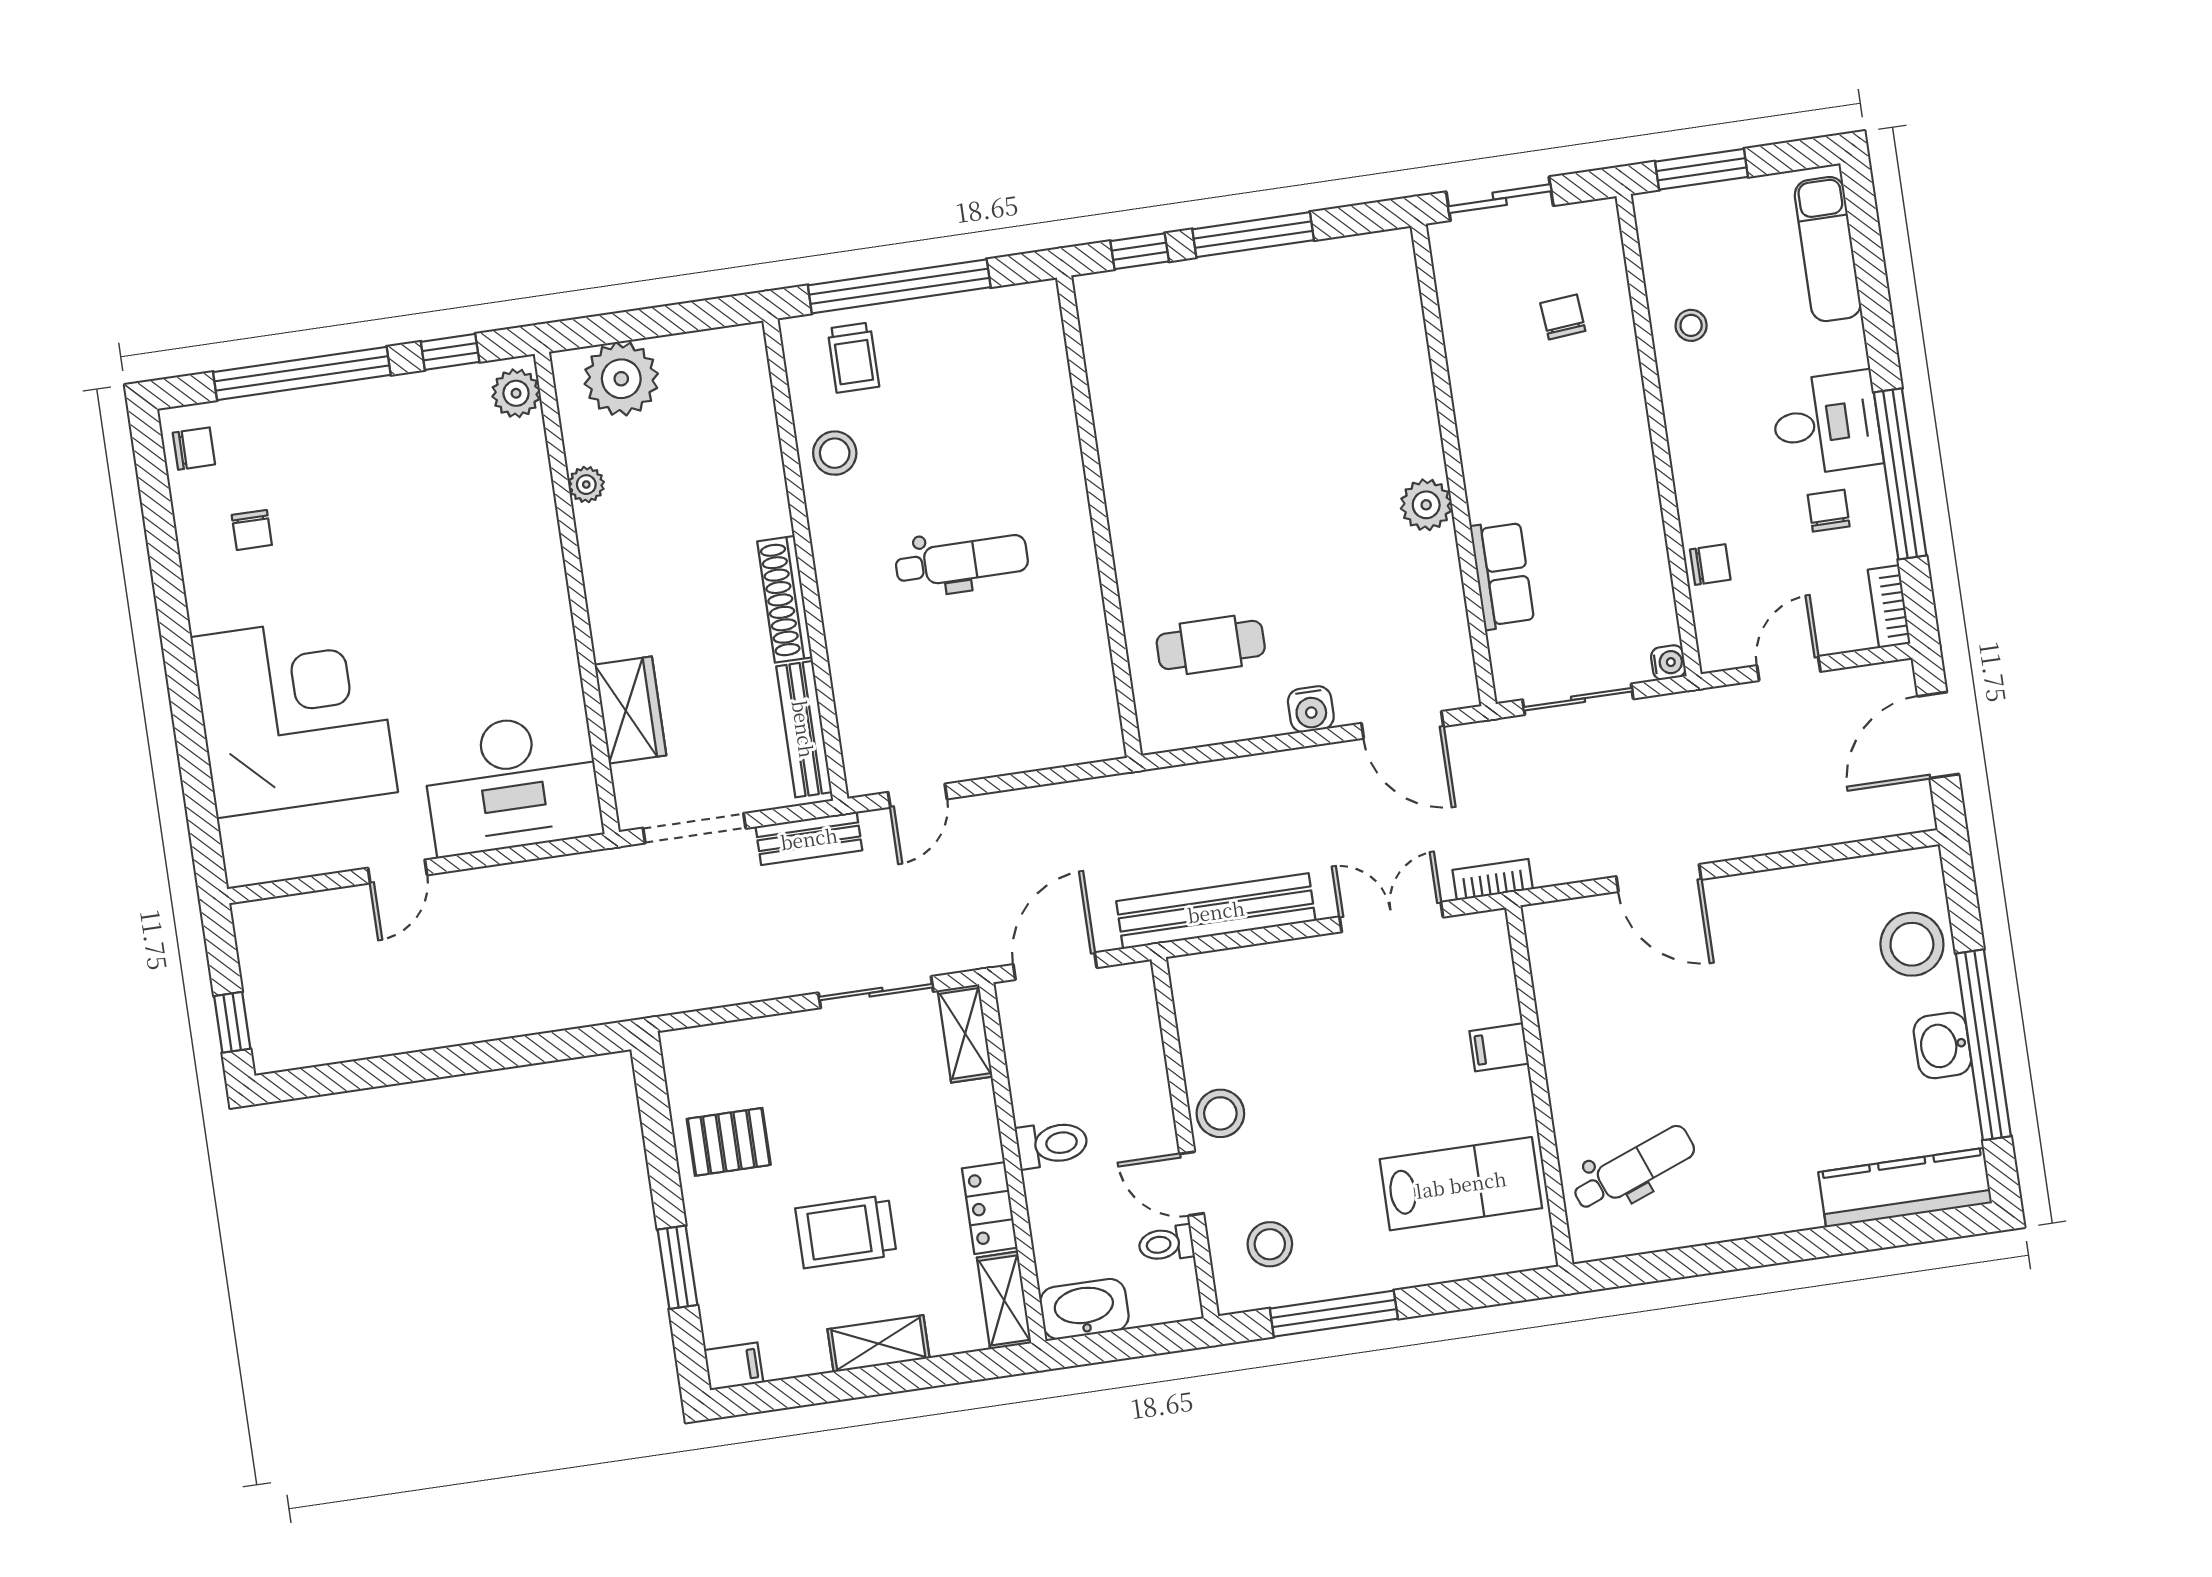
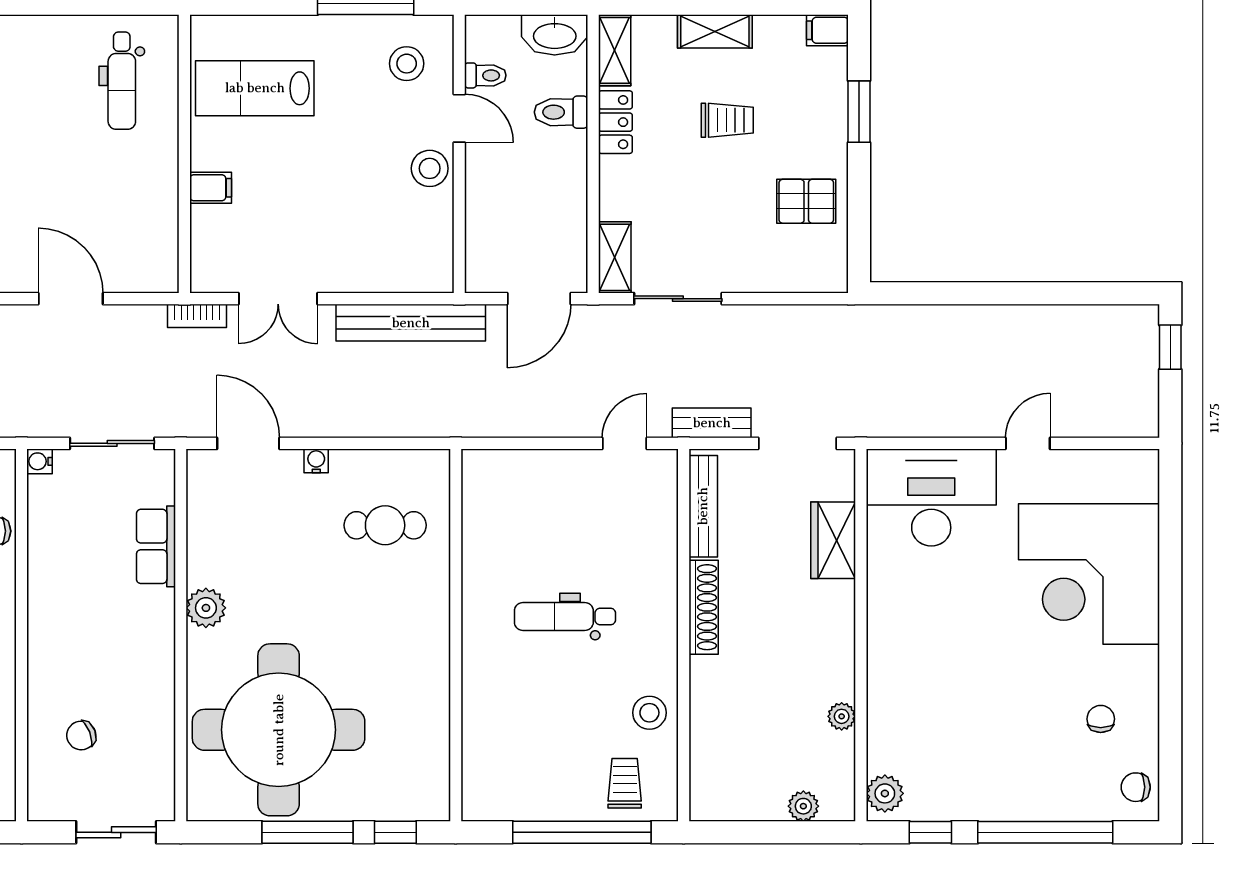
chair: (1563, 317) -> (81, 735), turned 74
round table: (1310, 361) -> (279, 730), added
plant: (621, 379) -> (803, 806), width x0.53, depth x0.53
water cooler: (1311, 709) -> (316, 461), width x0.72, depth x0.72
toilet: (1052, 1144) -> (561, 112), moved
dental chair: (1634, 1169) -> (122, 81), turned -69
trolley: (846, 1232) -> (727, 120), width x0.73, depth x0.72

